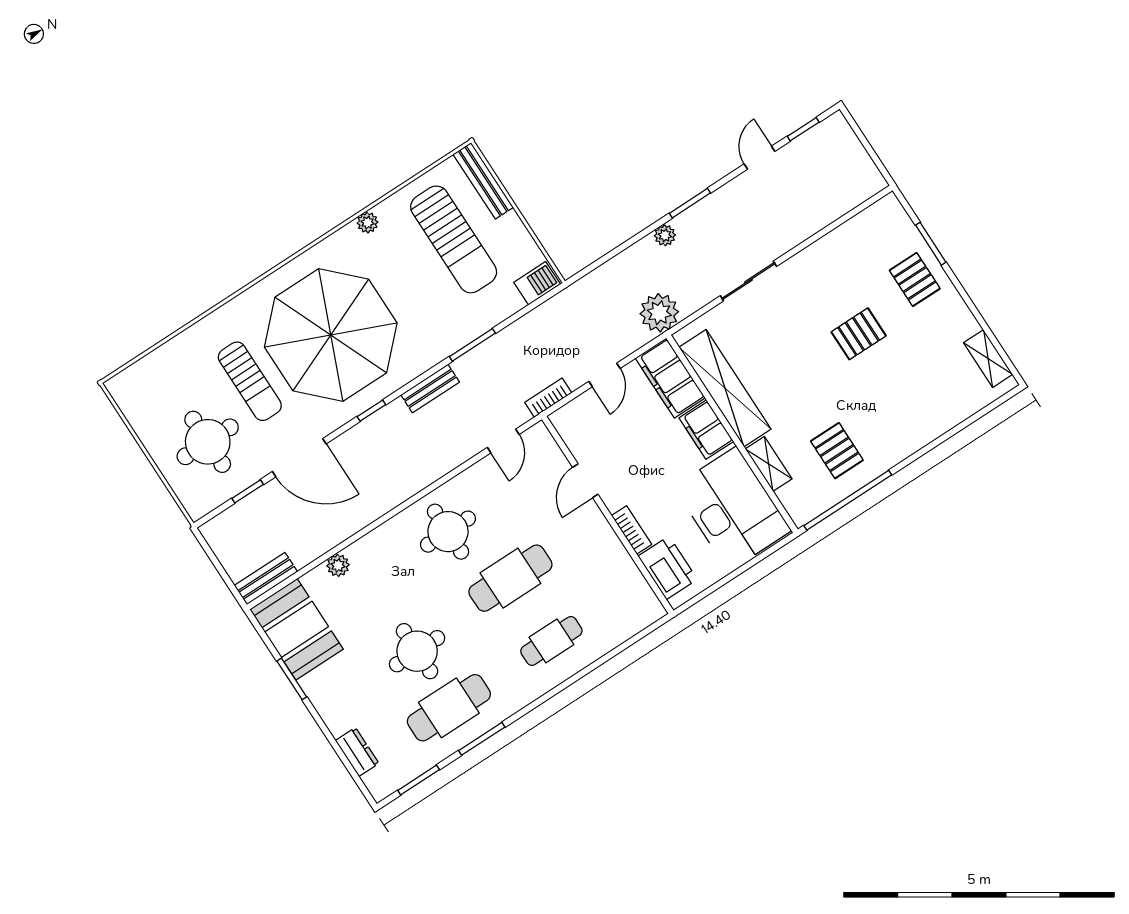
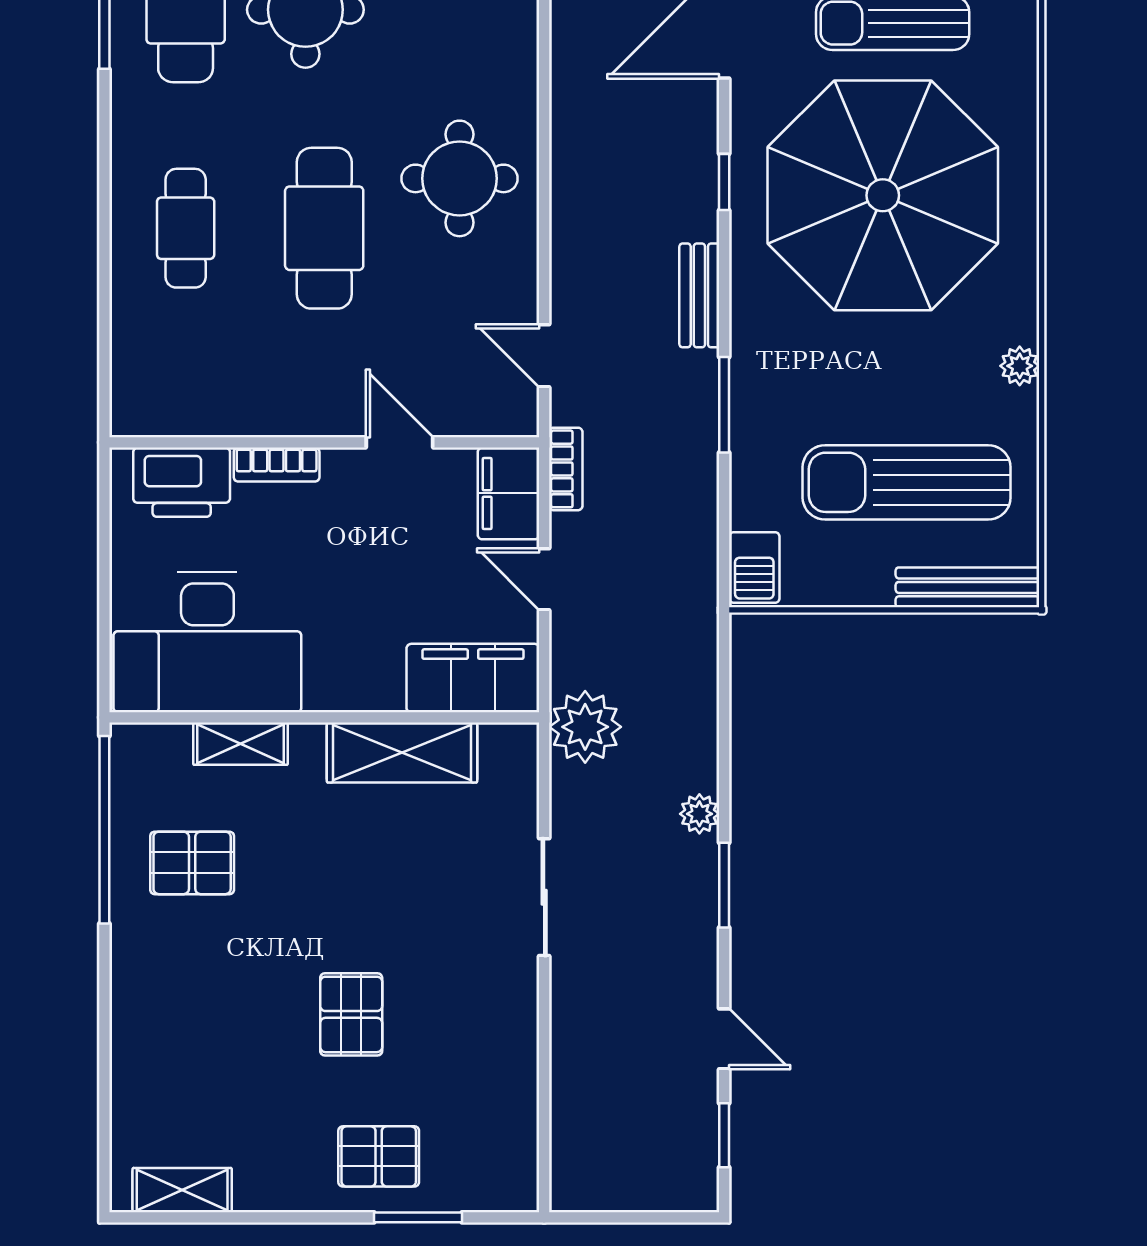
shelving: (725, 388) -> (402, 753), width x0.68
filing cabinet: (706, 430) -> (509, 493), moved, turned -90

